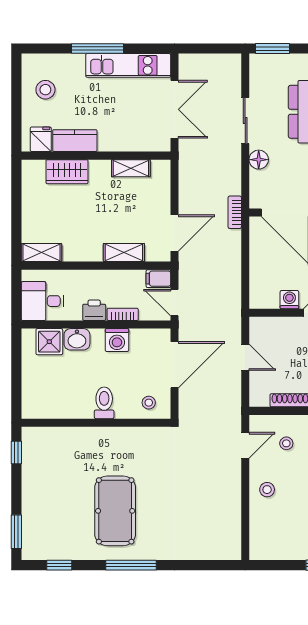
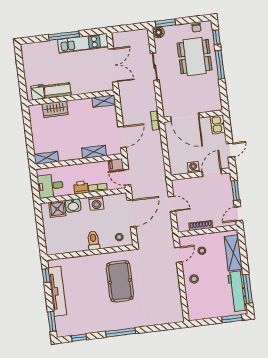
stool: (45, 90) -> (37, 63), removed
floor lamp: (259, 160) -> (158, 32), moved
shelving: (131, 168) -> (104, 101), moved
tv unit: (32, 482) -> (57, 291), added
pool table: (115, 511) -> (120, 281), moved

